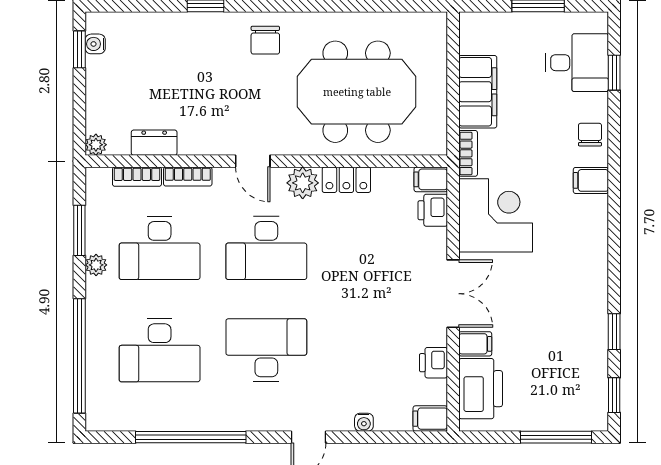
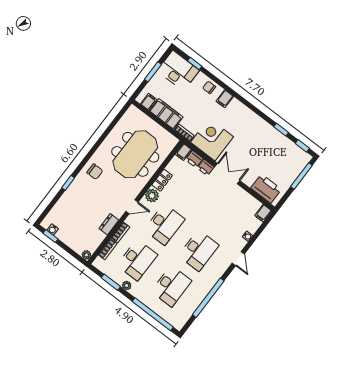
desk: (577, 63) -> (178, 71), width x1.37
dresser: (154, 143) -> (109, 224), moved
filing cabinet: (475, 344) -> (149, 102), moved
desk: (266, 350) -> (199, 250), turned 180
printer: (433, 363) -> (206, 168), moved

